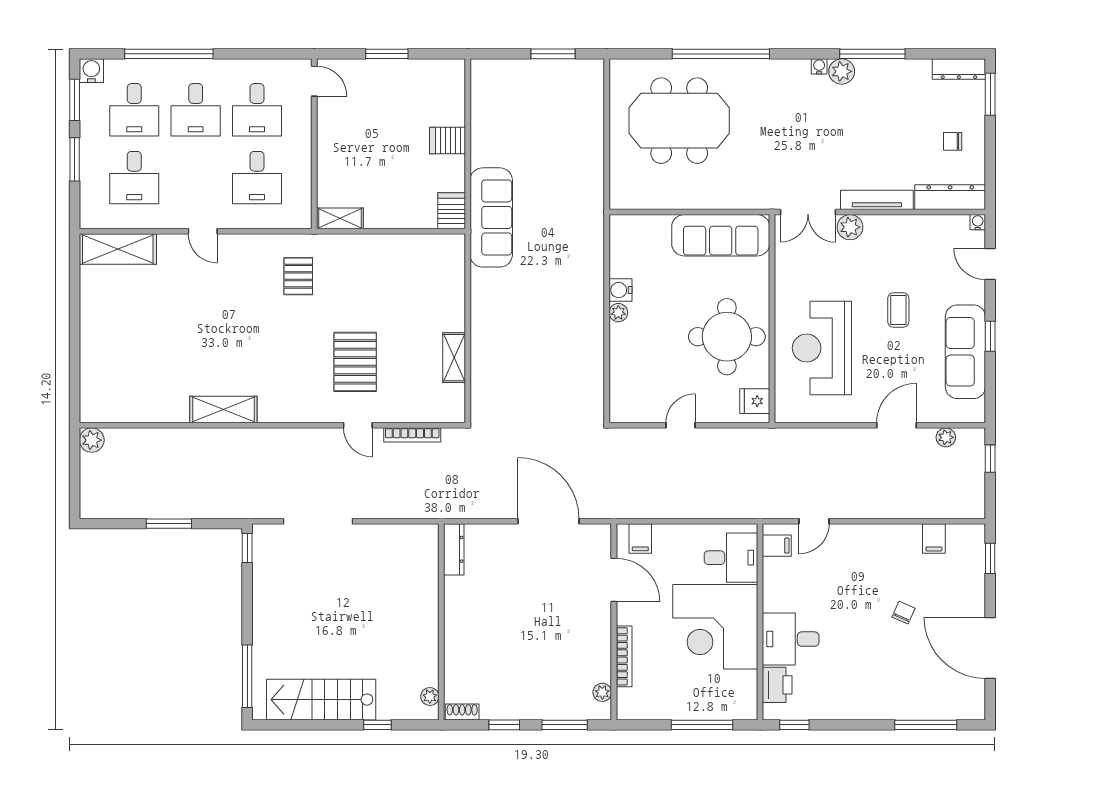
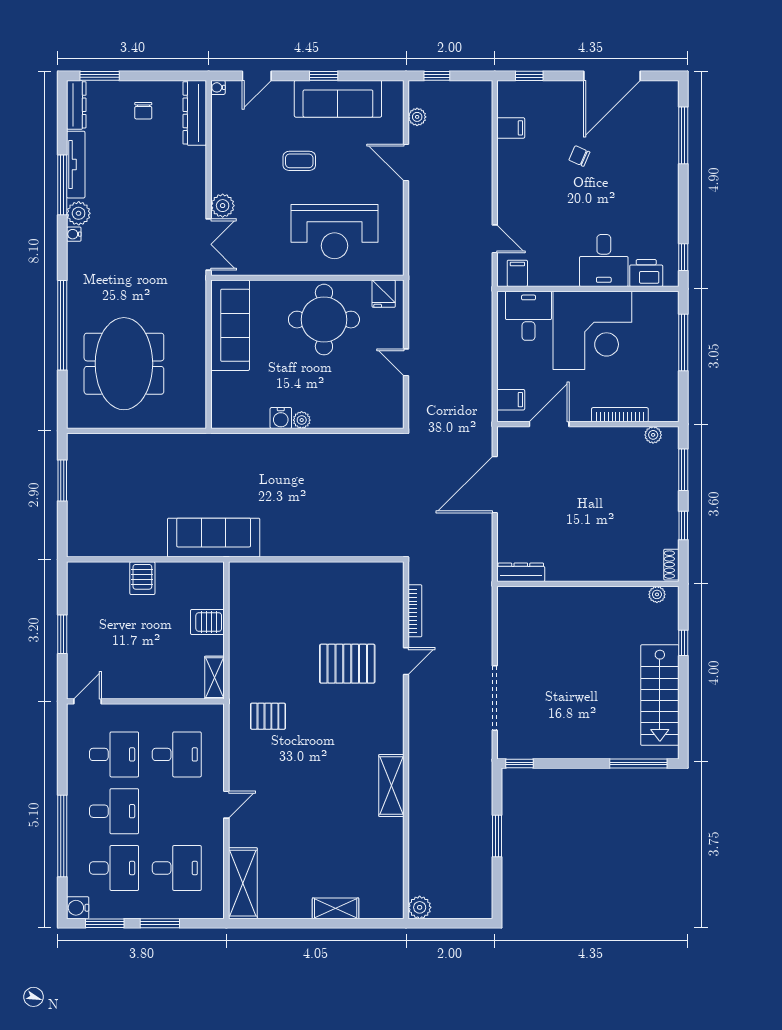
tv unit: (877, 200) -> (76, 165), moved, turned 180
server rack: (452, 211) -> (207, 622), moved
shelving: (454, 358) -> (336, 908), moved

